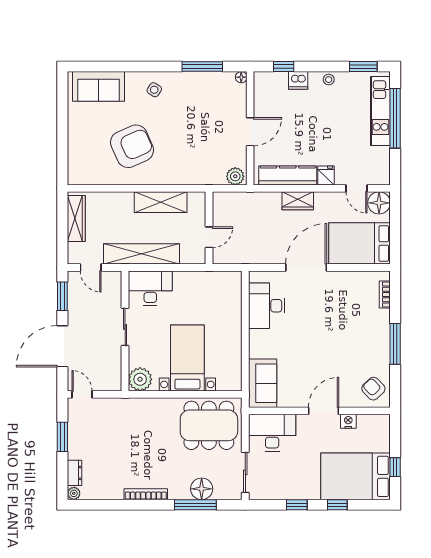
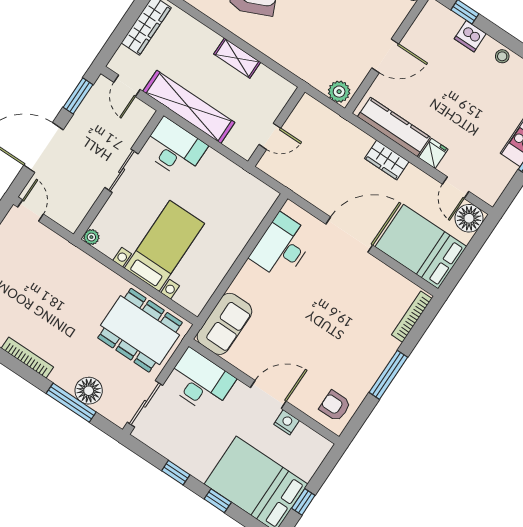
shelving: (161, 202) -> (237, 58), width x0.67, depth x0.75
bookcase: (385, 295) -> (412, 317), width x1.56
plant: (140, 379) -> (91, 237), width x0.53, depth x0.53
armchair: (373, 389) -> (335, 406), turned -47

